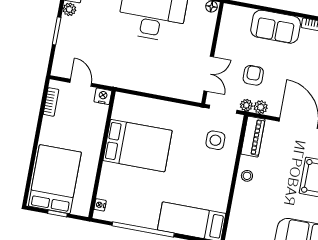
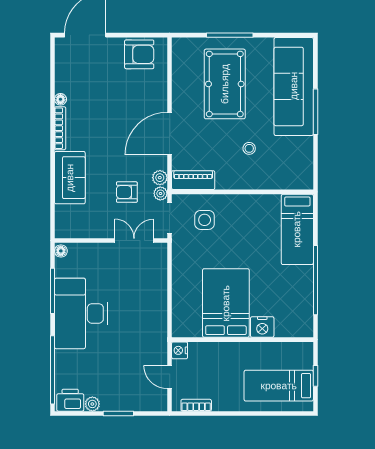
door: (81, 83) -> (170, 377), hinge flipped
stool: (247, 176) -> (249, 148), moved
bed: (55, 179) -> (279, 386), width x0.67
nightstand: (100, 205) -> (262, 327), moved, width x1.89, depth x1.79

